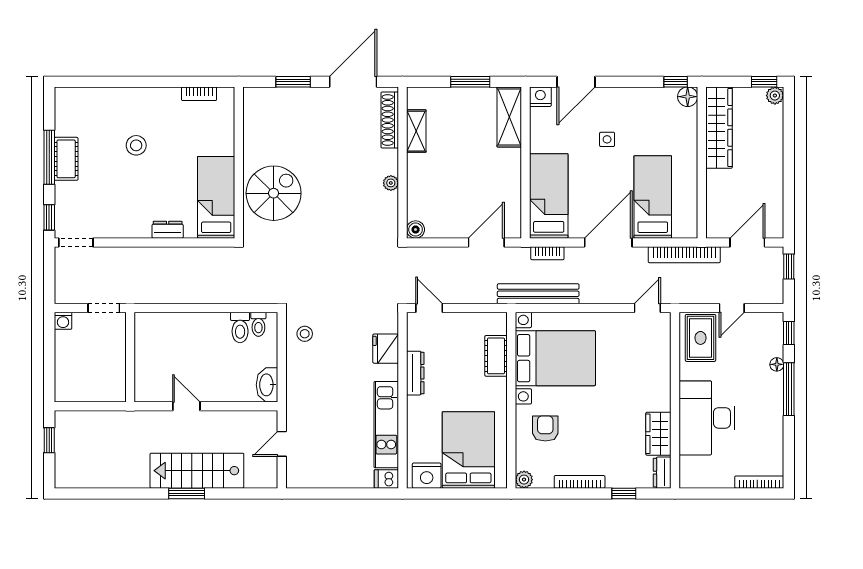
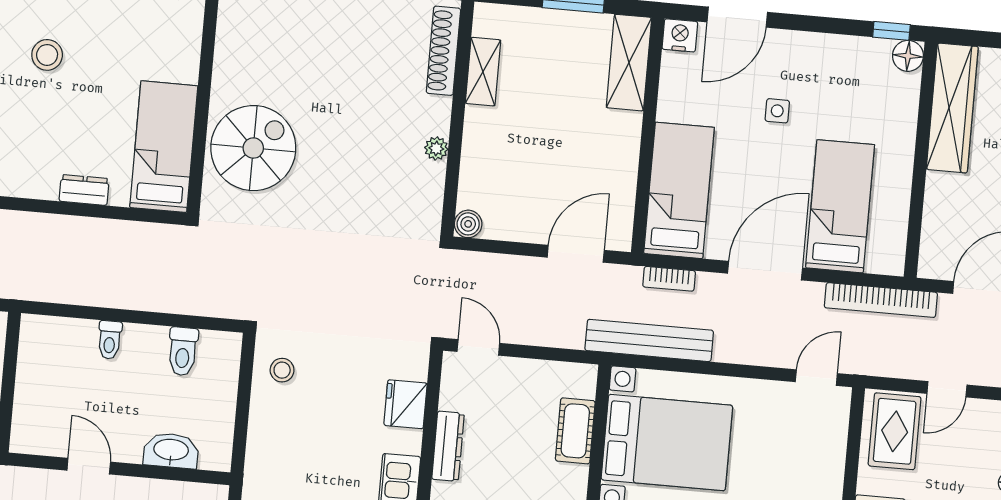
toilet: (258, 324) -> (110, 340), moved
washbasin: (267, 385) -> (171, 451), moved, turned 90

